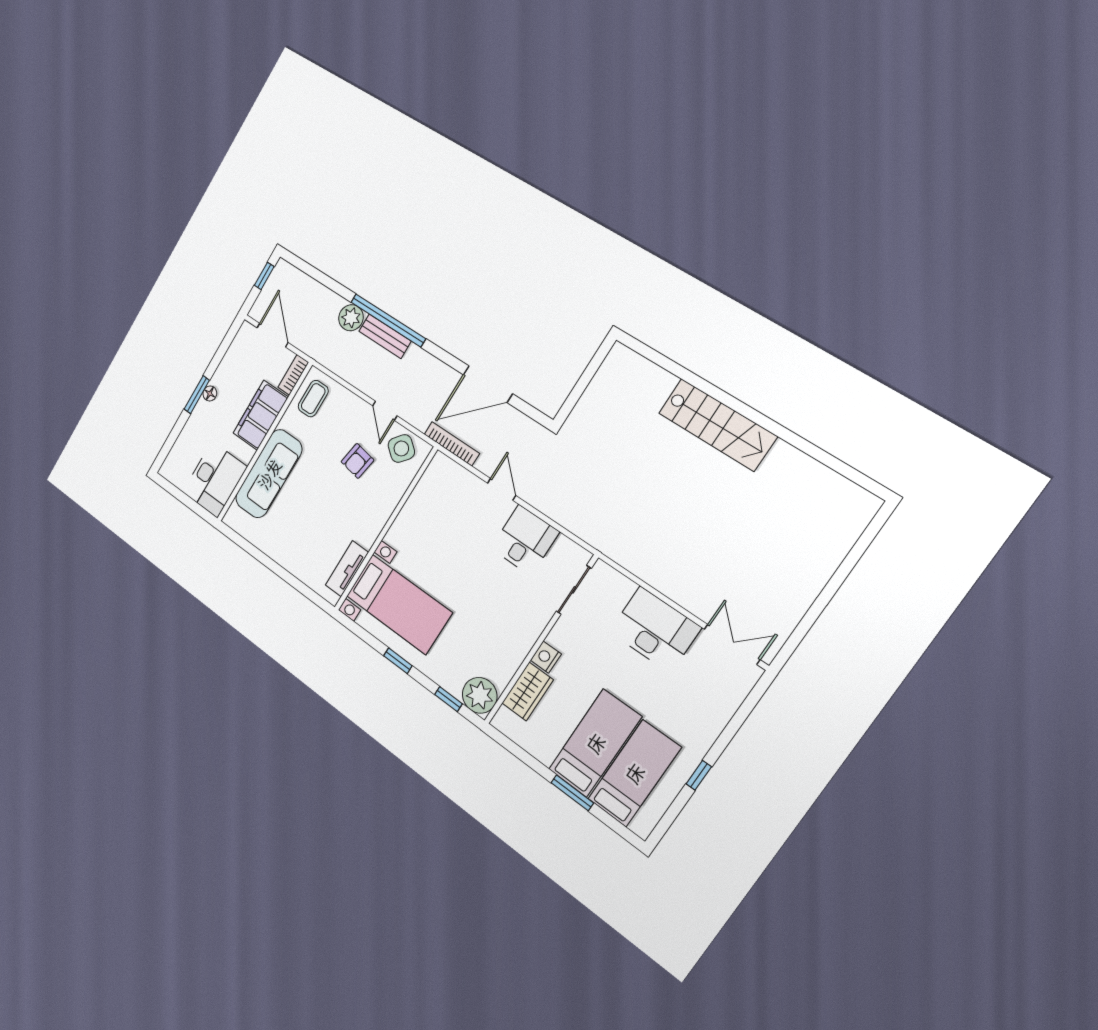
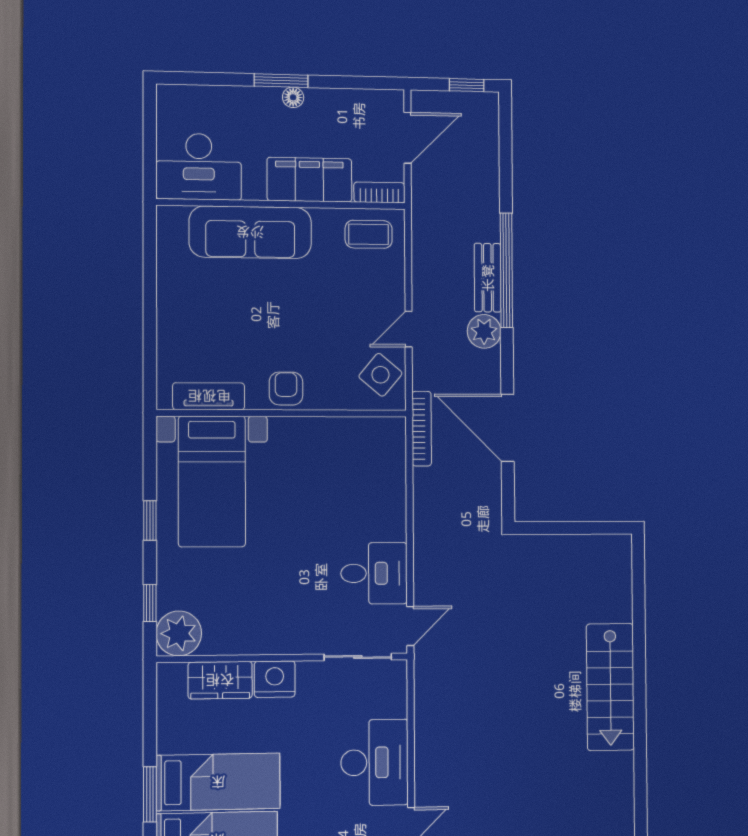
plant: (351, 318) -> (484, 331), moved
armchair: (357, 461) -> (286, 389), moved, turned 80
door: (502, 489) -> (410, 626), moved
nightstand: (546, 657) -> (275, 679), width x1.36, depth x1.33

